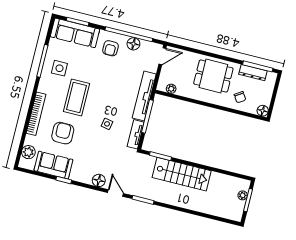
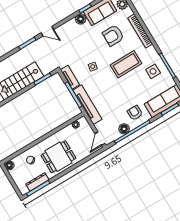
coffee table: (77, 97) -> (126, 64), turned 90
armchair: (63, 133) -> (113, 35), turned 90
floor lamp: (99, 180) -> (81, 19), moved

